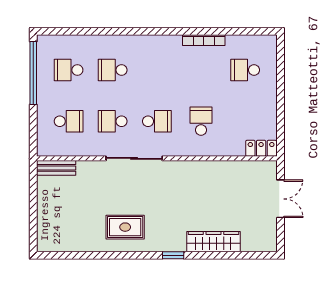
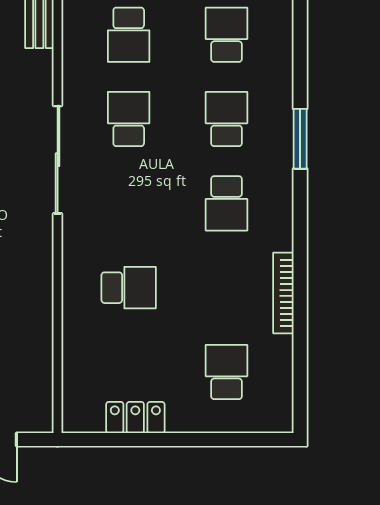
window: (123, 31) -> (300, 139), added
school desk: (157, 121) -> (226, 203), moved
locker: (261, 148) -> (135, 418), moved, turned -90

